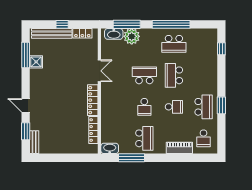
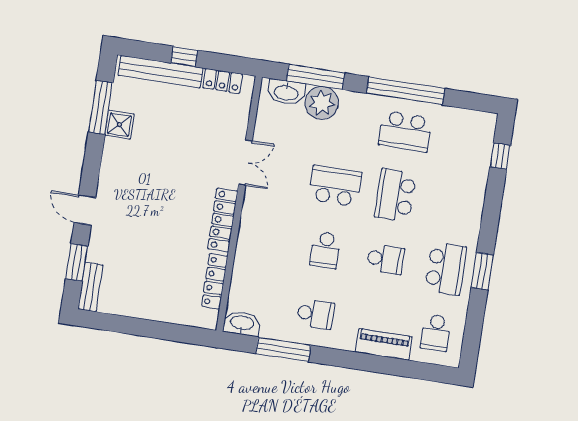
school desk: (144, 138) -> (315, 314), width x0.54

